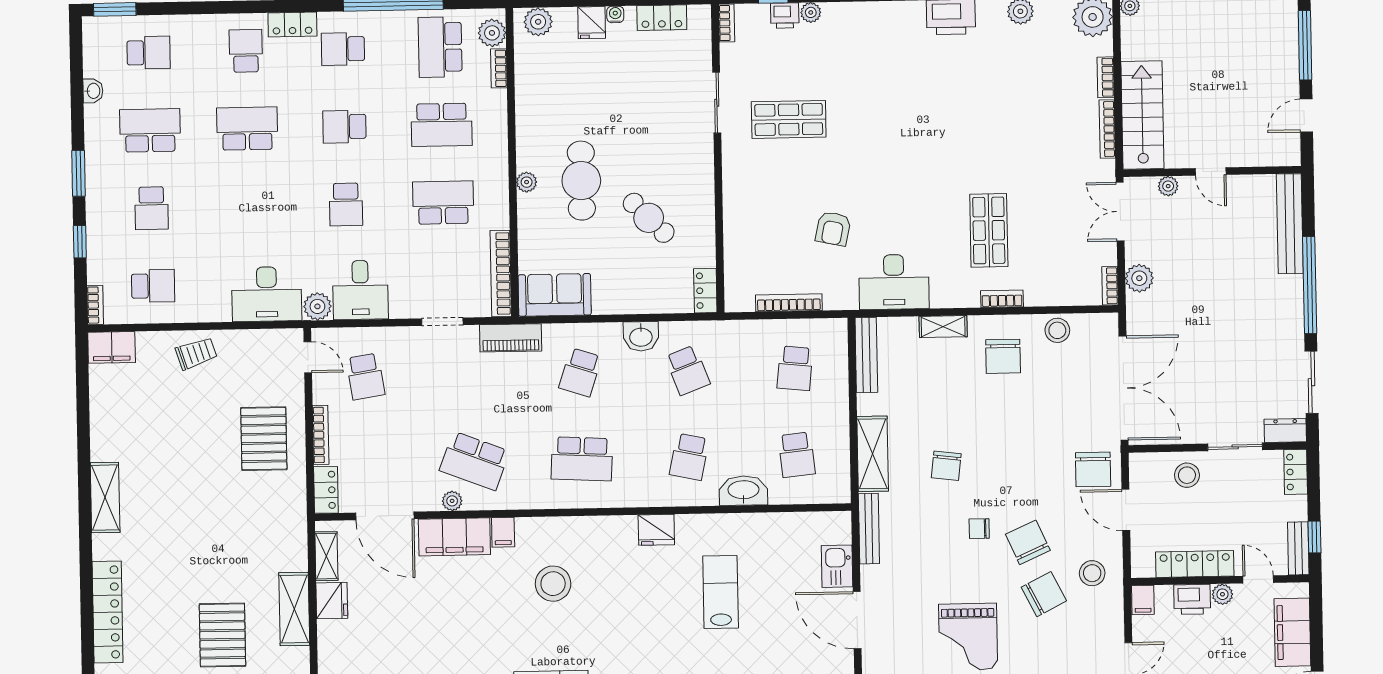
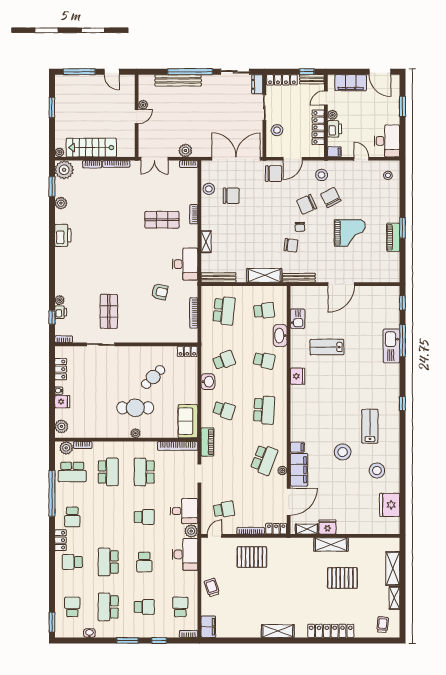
stairs: (1142, 115) -> (91, 148), moved
school desk: (344, 127) -> (144, 562), moved
plant: (1168, 186) -> (143, 105), moved
bench: (1290, 224) -> (178, 80), moved
chair: (1003, 356) -> (231, 196), moved
school desk: (795, 368) -> (224, 311), width x1.85
chair: (946, 466) -> (291, 245), moved
locker: (1296, 472) -> (282, 80), width x1.53
kitchen sink: (837, 566) -> (298, 319), moved, turned -90
stool: (553, 584) -> (343, 452), moved

